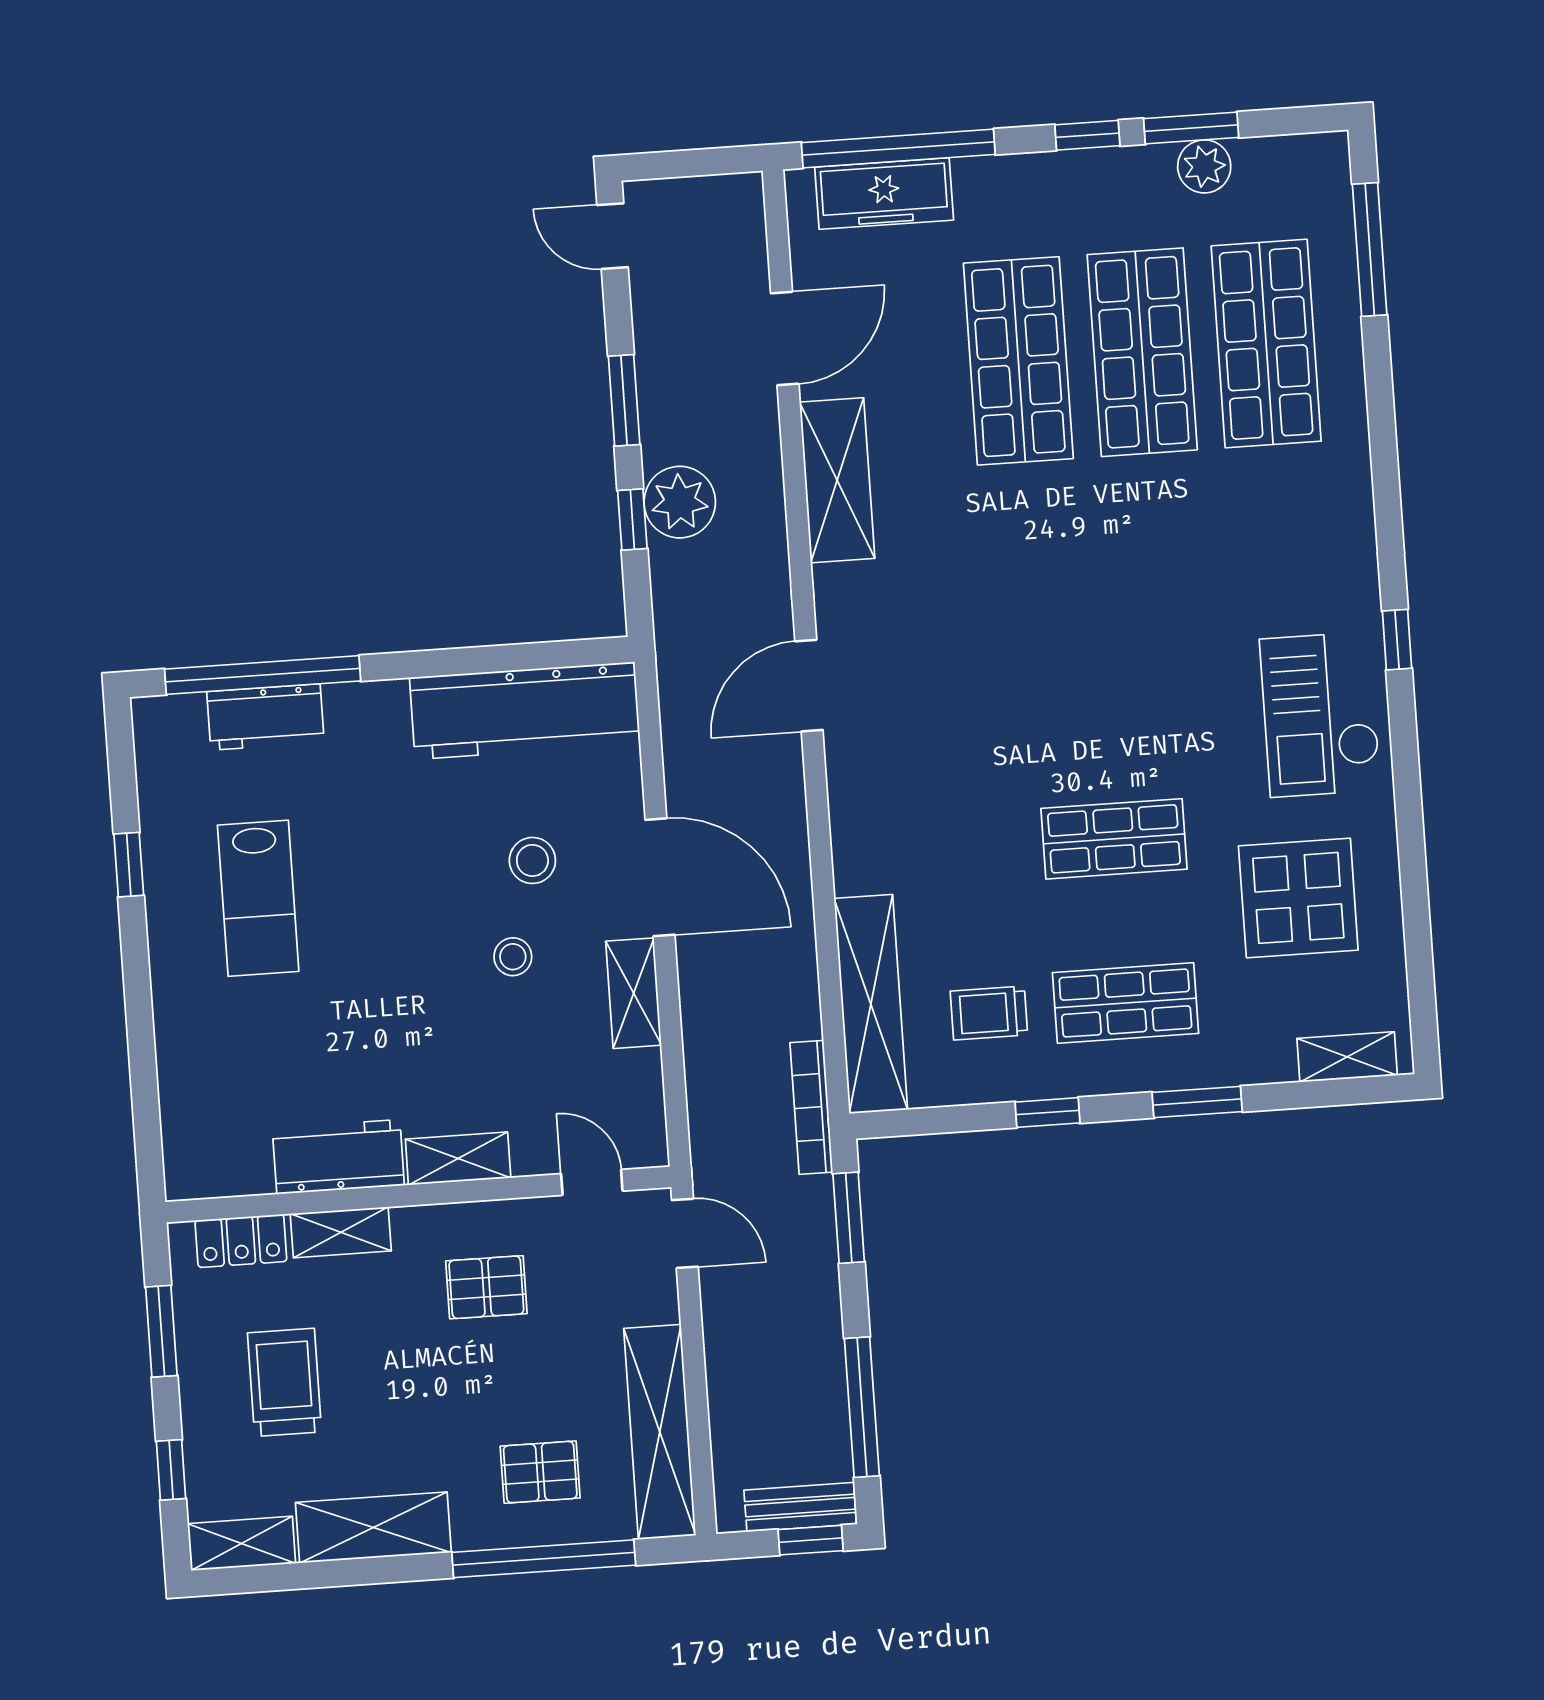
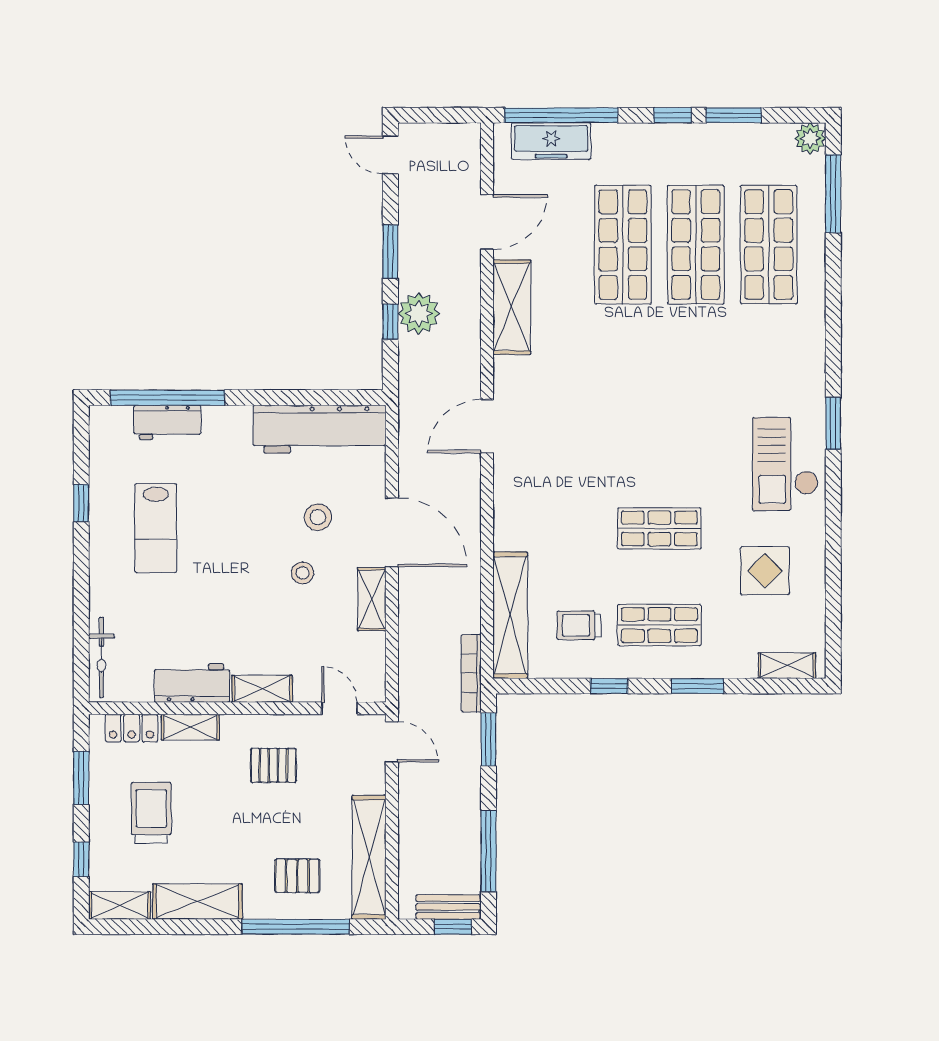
plant: (1204, 166) -> (810, 138), moved
window: (1397, 640) -> (833, 423), width x1.50
display table: (1298, 898) -> (765, 571), width x0.73, depth x0.73
bicycle: (181, 1124) -> (101, 657), added

